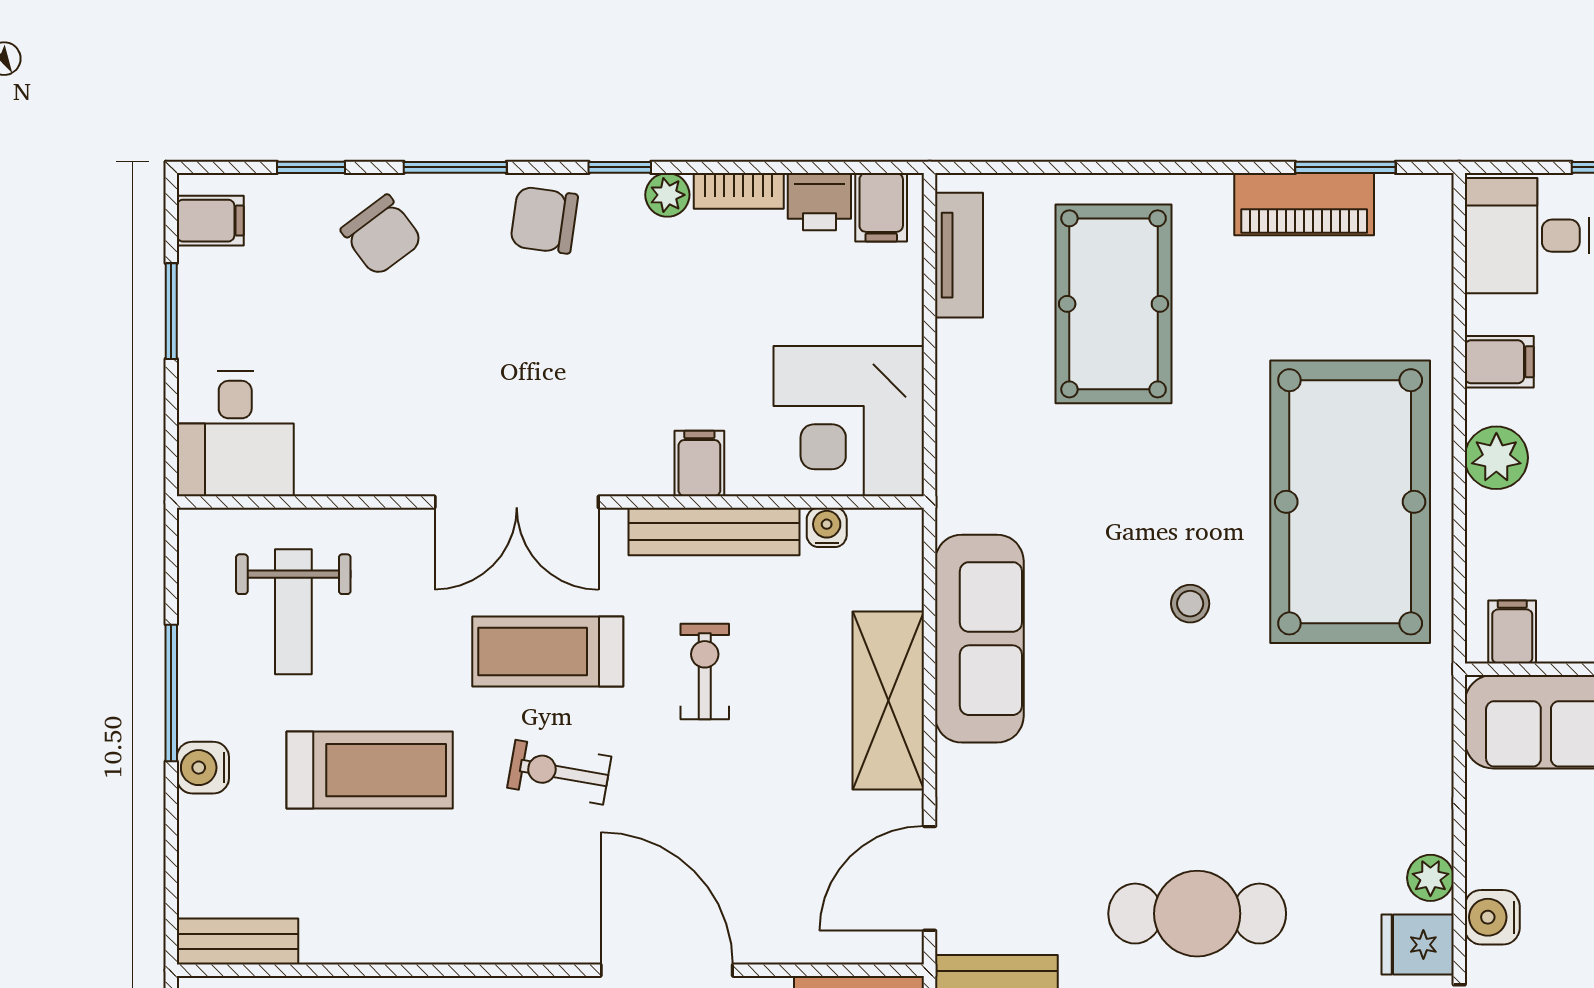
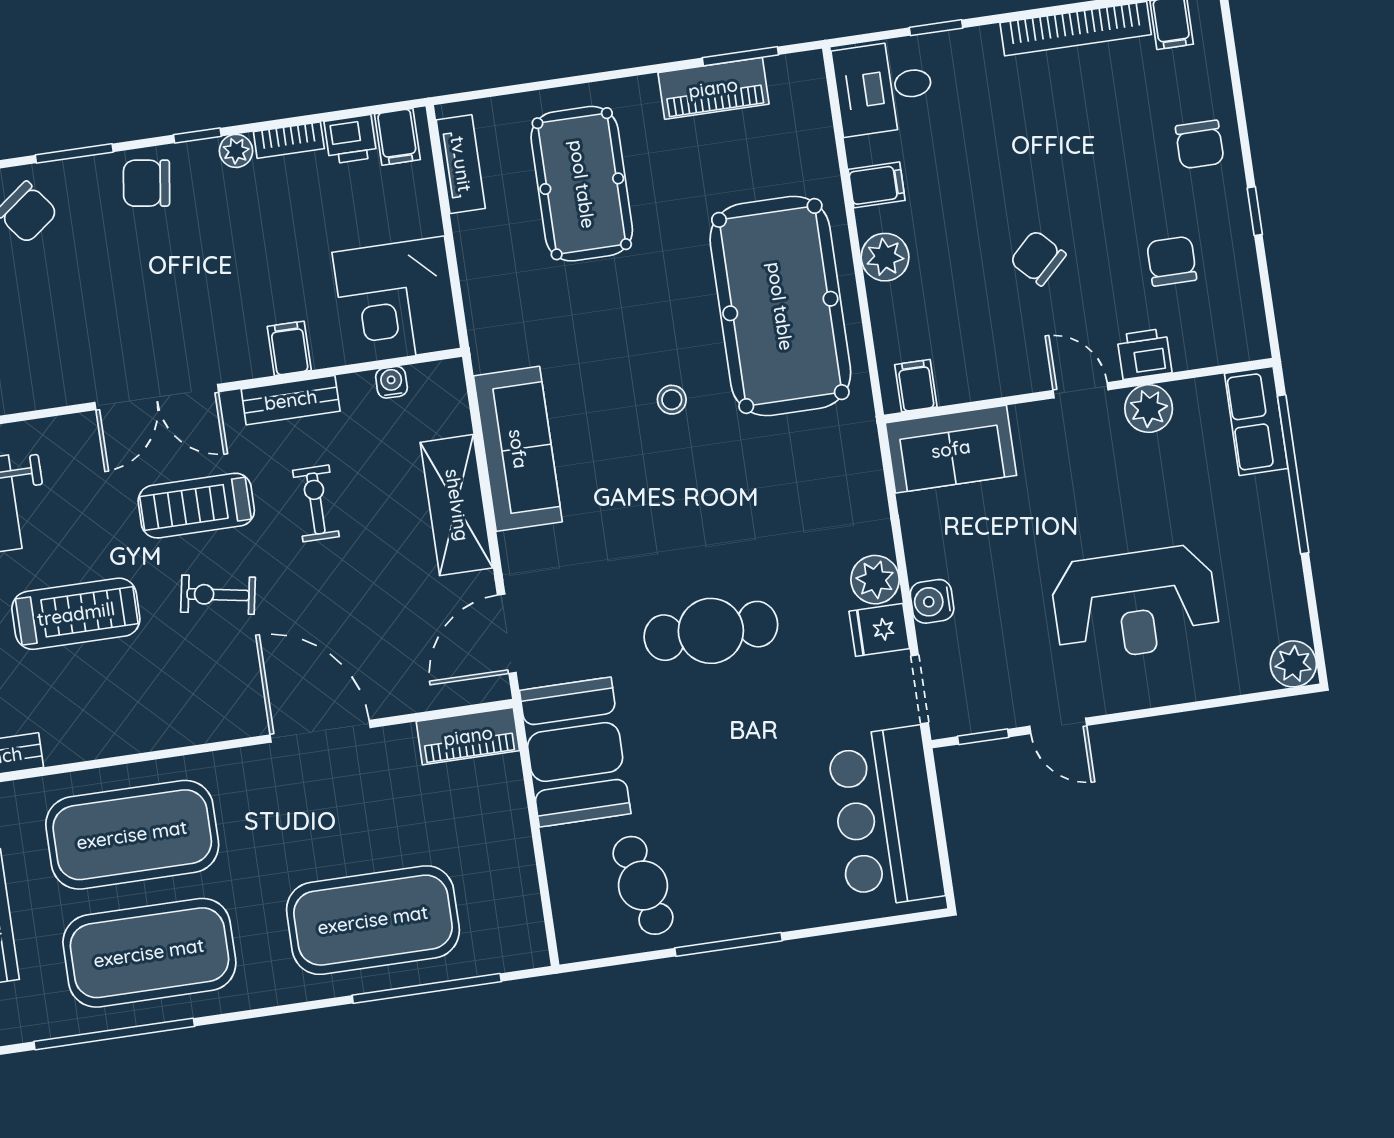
bench: (714, 531) -> (291, 400), width x0.73
plant: (1430, 878) -> (875, 580), width x1.38, depth x1.38

